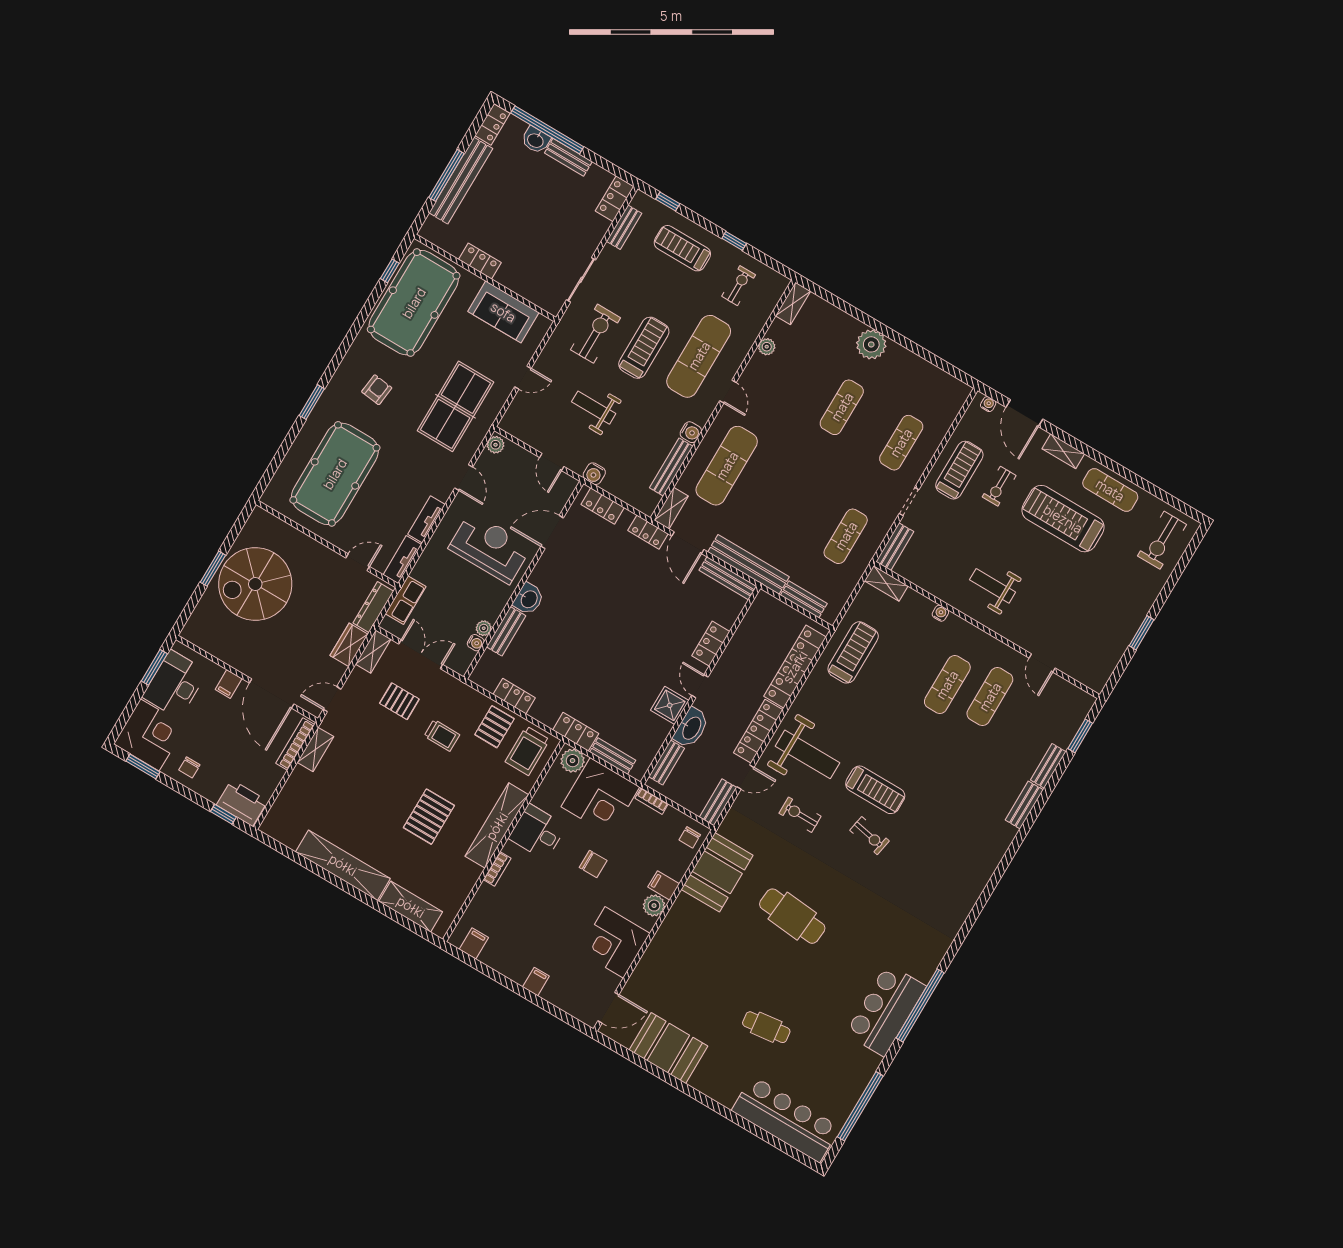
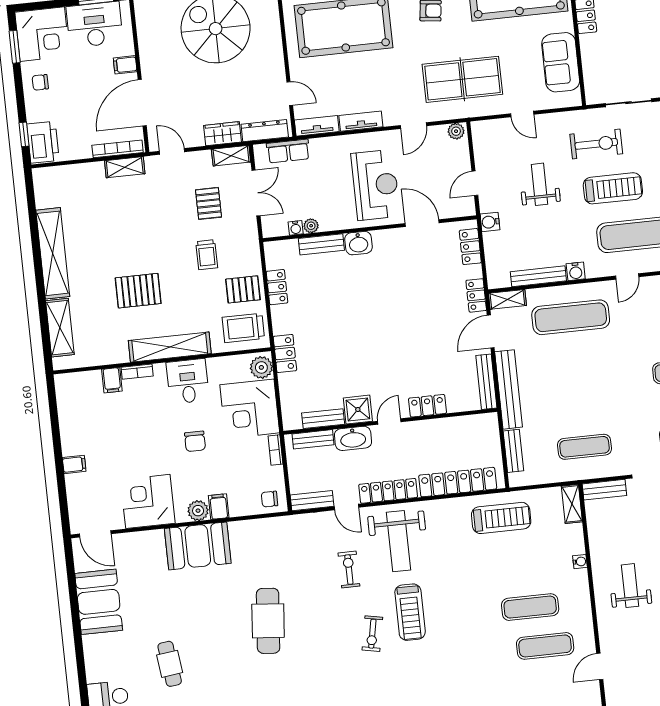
bench: (613, 756) -> (323, 419), moved, turned 90
booth: (717, 872) -> (198, 546), moved
filing cabinet: (474, 943) -> (112, 380), moved, turned 90

